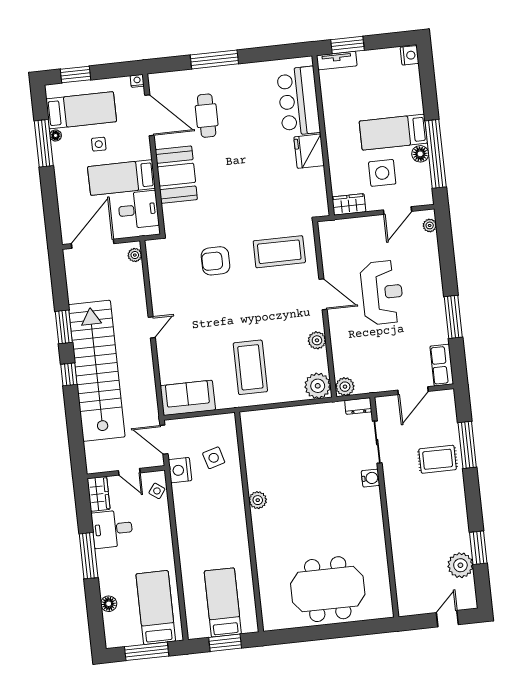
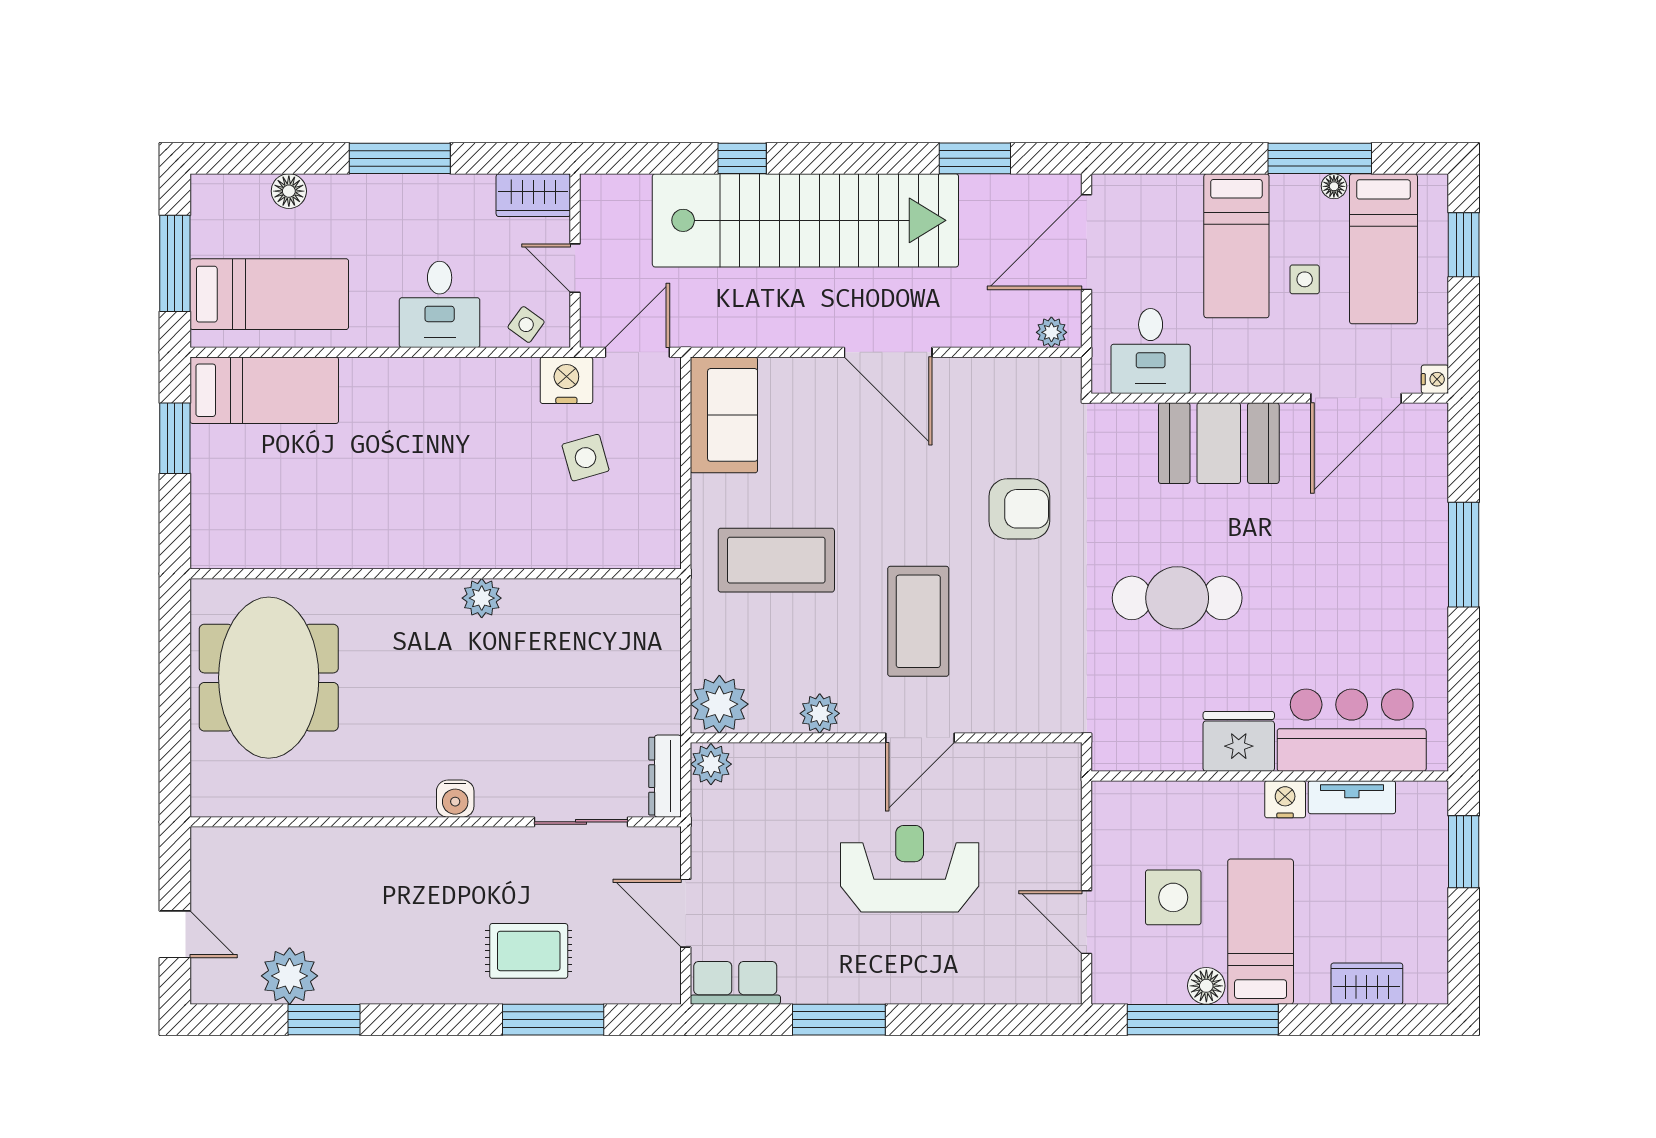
nightstand: (409, 55) -> (1285, 799), moved, turned 180
tv unit: (337, 61) -> (1352, 797), moved, turned -90
cafe table: (207, 116) -> (1177, 598), moved, width x1.37, depth x1.35
bed: (121, 178) -> (1236, 246), moved, turned 180
wardrobe: (349, 204) -> (1367, 984), moved, turned -90
plant: (430, 225) -> (1046, 989), removed
door: (93, 244) -> (1087, 242), swing flipped
coffee table: (279, 252) -> (918, 621), moved
armchair: (216, 261) -> (1019, 509), turned 90
reception desk: (382, 293) -> (910, 869), turned 180
window: (64, 327) -> (975, 158), moved
door: (152, 327) -> (888, 352), width x1.87
window: (69, 374) -> (742, 158), moved
dresser: (358, 406) -> (665, 776), width x1.44
rug: (438, 459) -> (529, 951), turned 90
door: (129, 472) -> (575, 268), hinge flipped
water cooler: (371, 478) -> (455, 799), moved
plant: (258, 500) -> (482, 598), moved
wall: (249, 522) -> (436, 574), moved
desk: (112, 529) -> (440, 304), moved, turned 180
bed: (223, 602) -> (264, 390), moved

